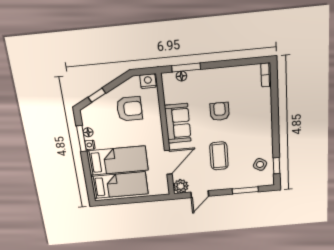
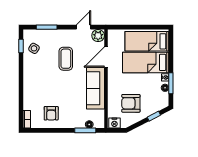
armchair: (220, 111) -> (51, 113), moved
sofa: (178, 123) -> (95, 88), width x1.36

